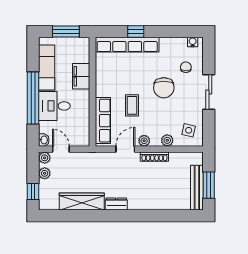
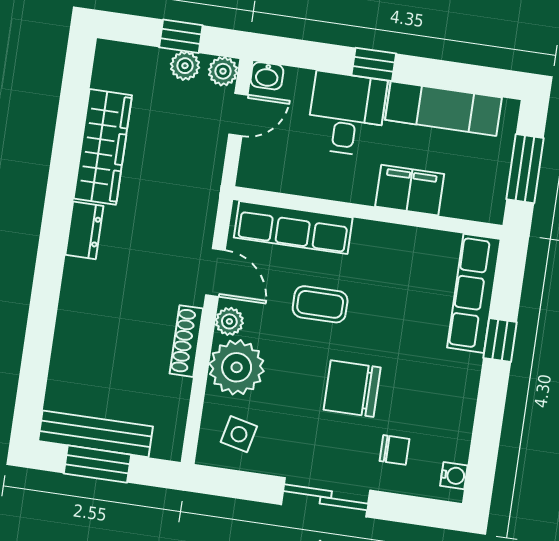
row of seats: (127, 45) -> (474, 293), width x0.73
window: (33, 98) -> (374, 64), width x0.32
plant: (167, 140) -> (237, 367), width x1.88, depth x1.88
window: (33, 192) -> (181, 36), moved

